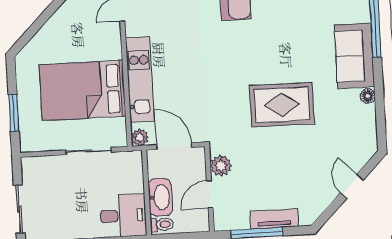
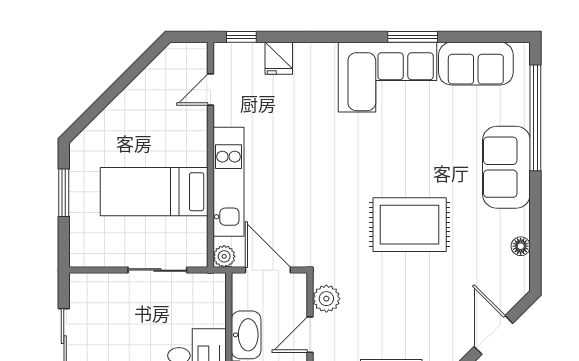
bed: (83, 91) -> (154, 192), width x0.67
floor lamp: (368, 96) -> (521, 246), moved
window: (14, 113) -> (64, 193), moved
door: (352, 186) -> (493, 335), width x1.38

